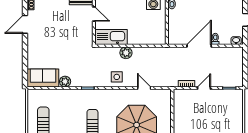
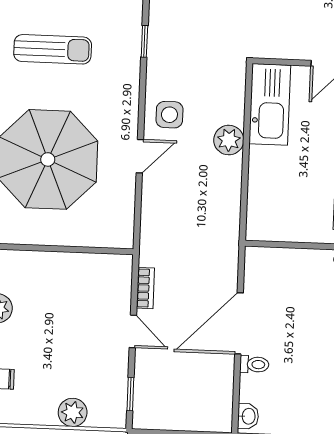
door: (199, 46) -> (239, 323), swing flipped
door: (144, 88) -> (140, 156), moved
plant: (237, 111) -> (73, 412), added

